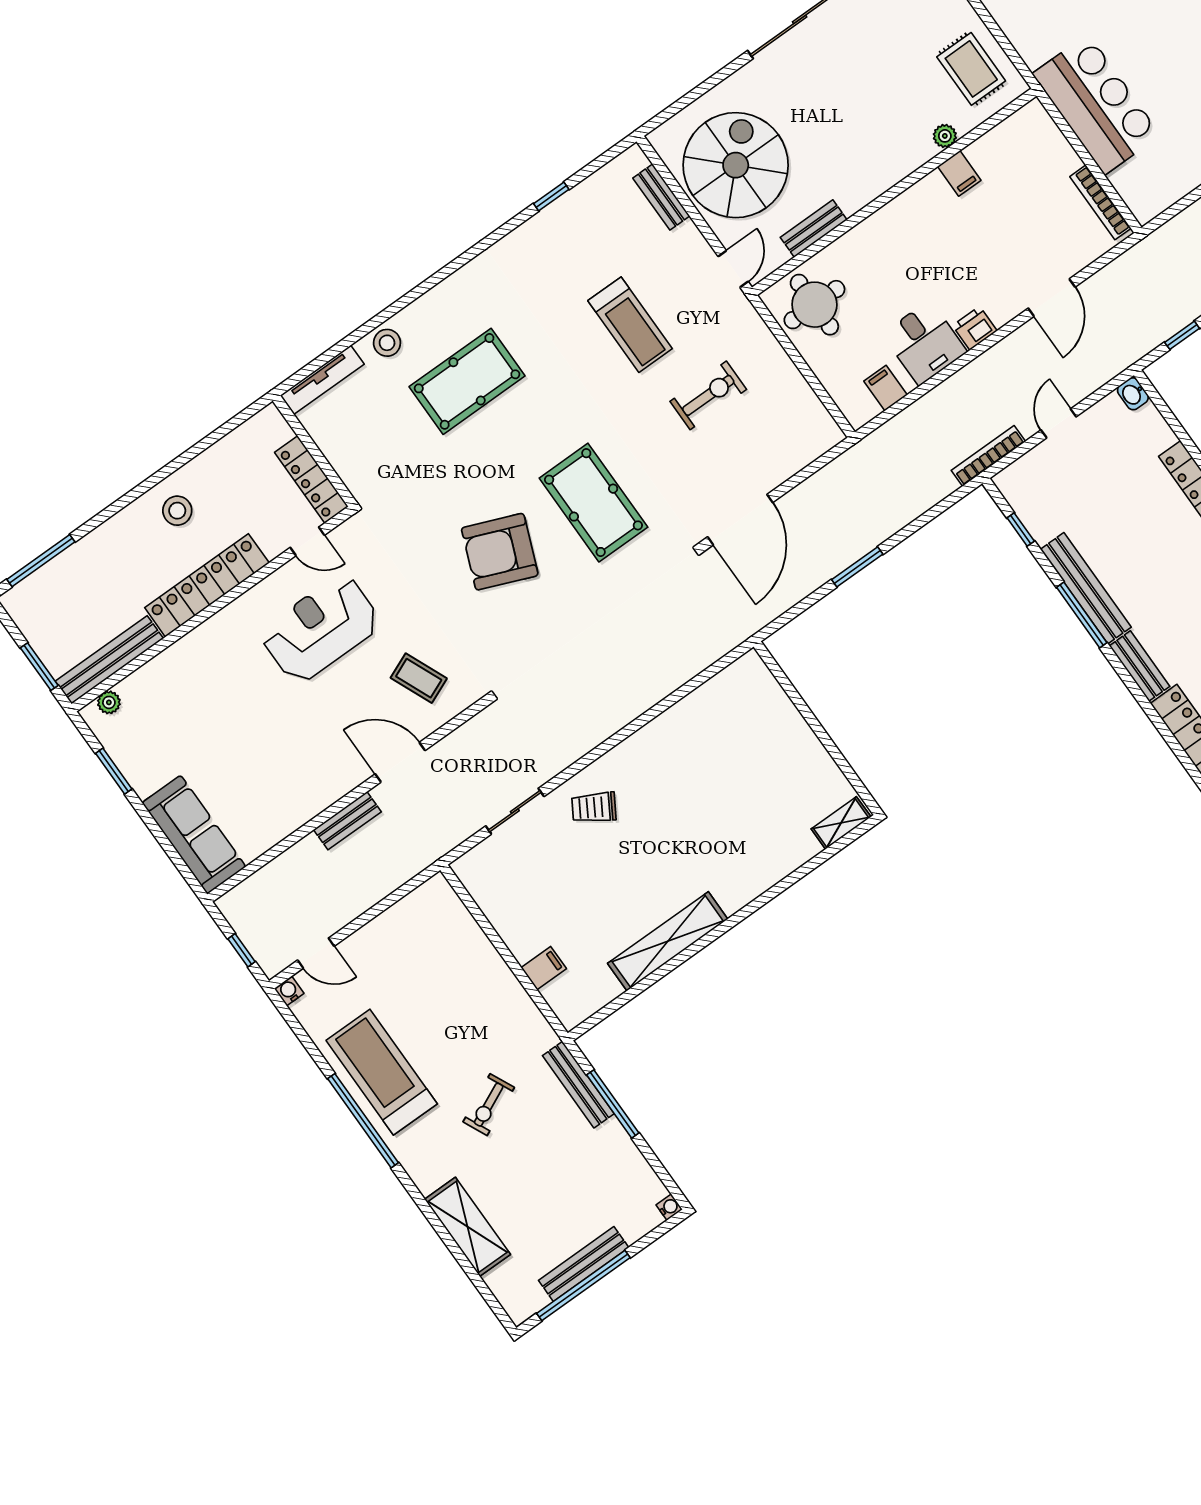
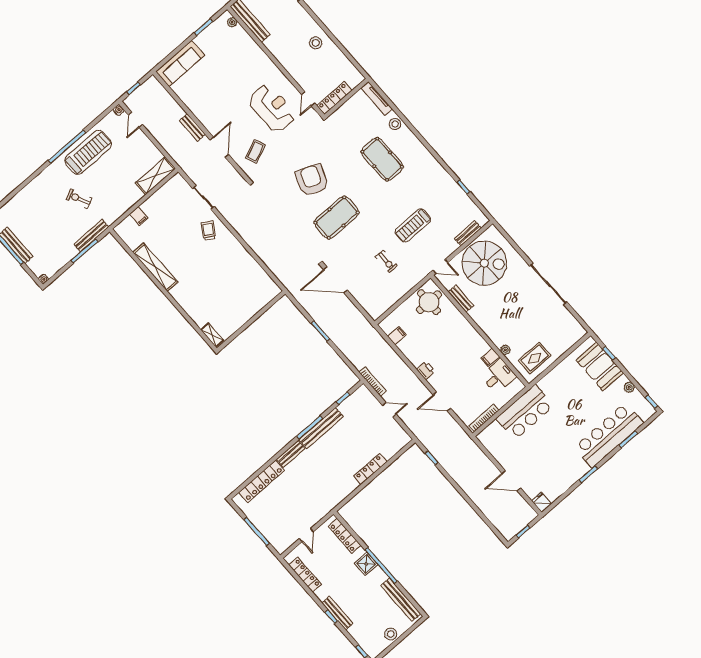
desk: (925, 343) -> (499, 376), moved, turned 180
washbasin: (1133, 394) -> (405, 440), removed
exercise bike: (708, 395) -> (386, 261), width x0.73, depth x0.72
locker: (207, 585) -> (285, 58), removed
shelving: (468, 1227) -> (155, 176), moved

